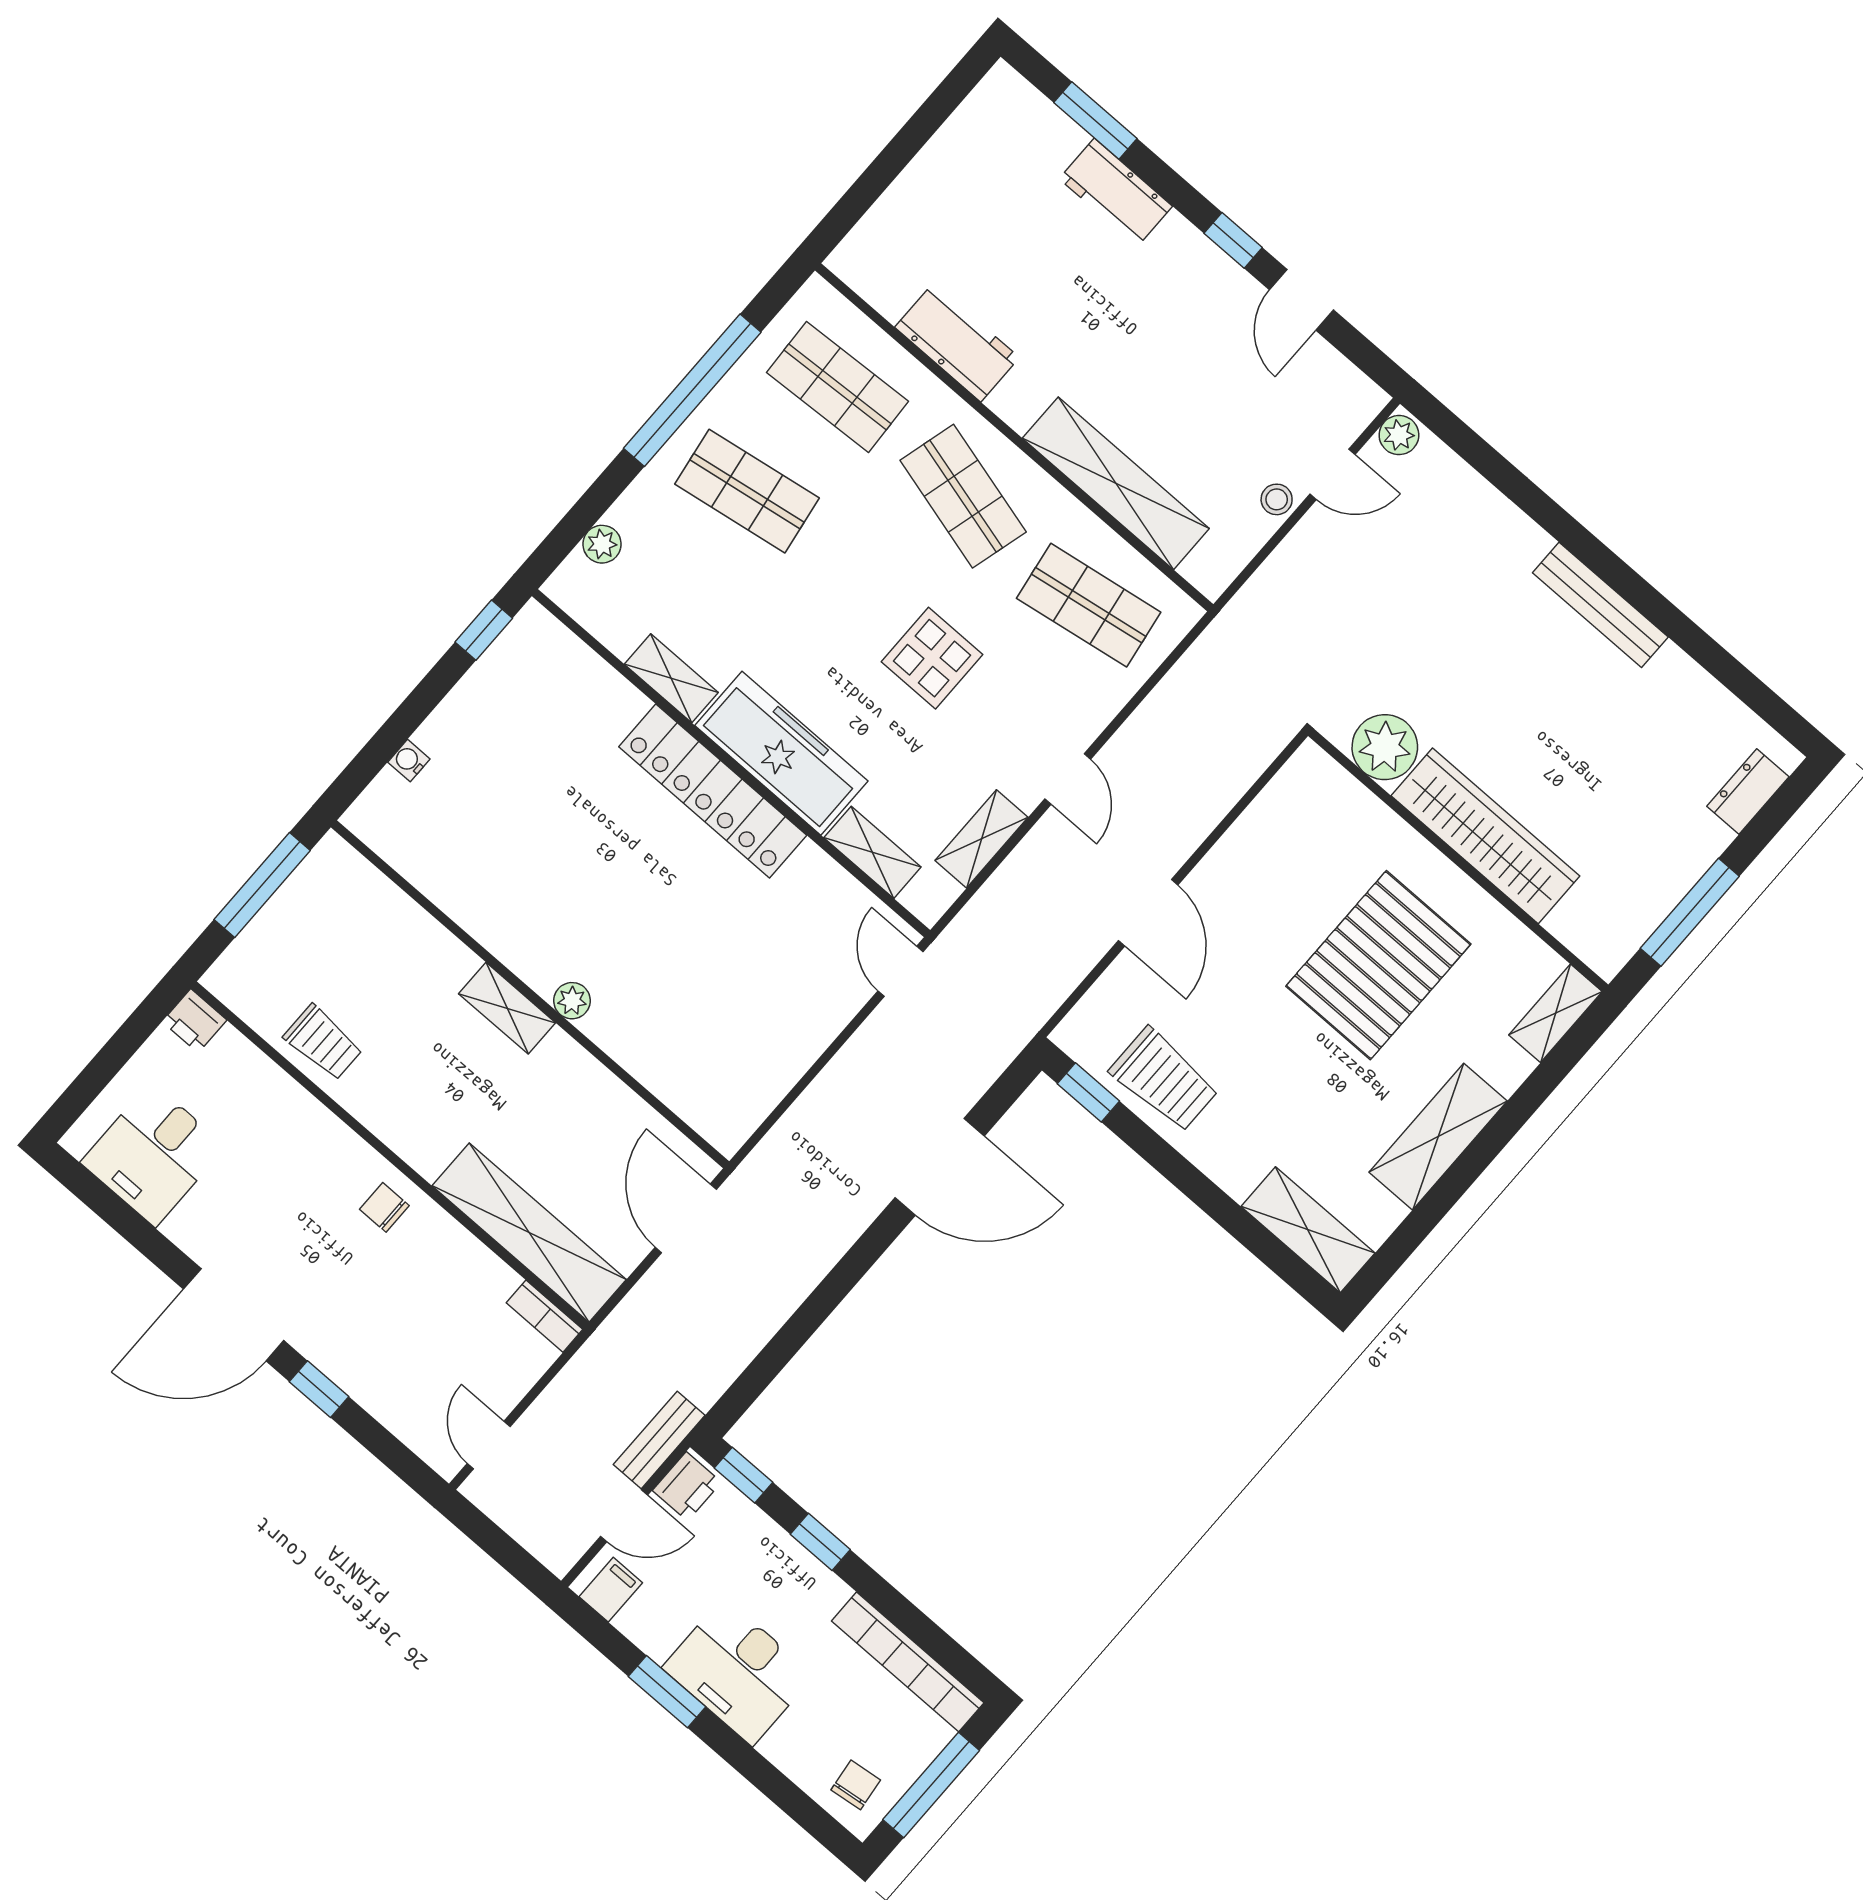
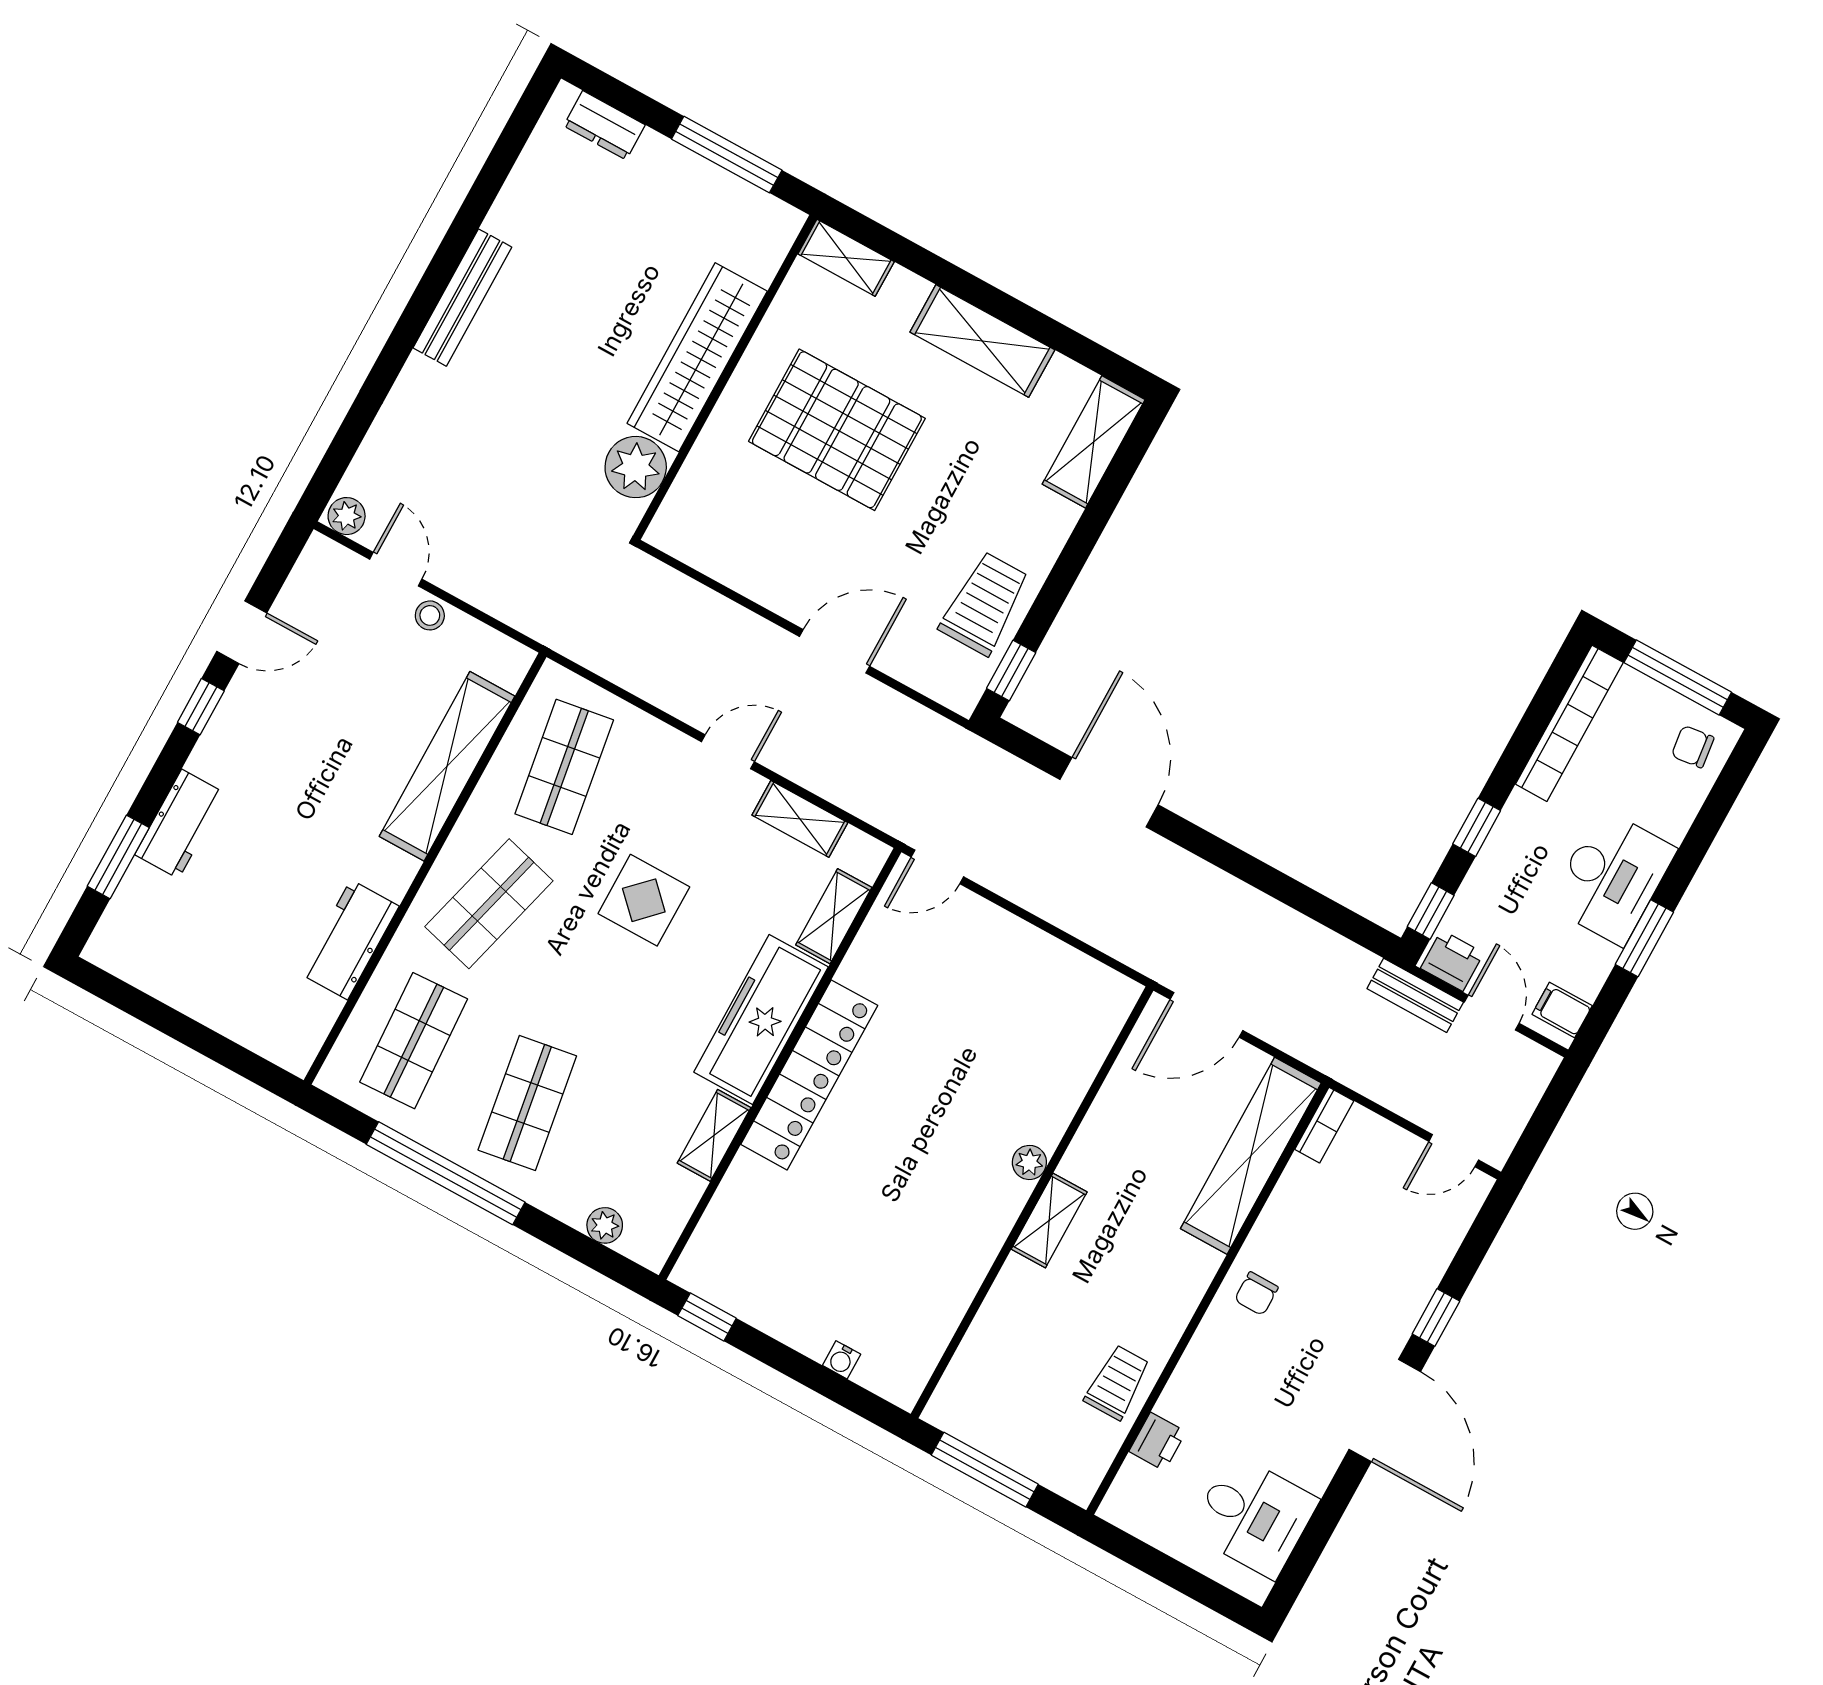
printer: (194, 1021) -> (1158, 1442), moved

